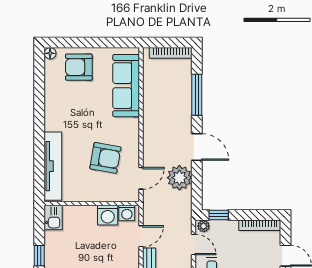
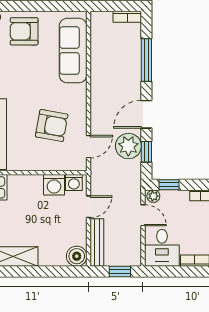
bookcase: (171, 53) -> (127, 17), width x0.64
door: (197, 147) -> (146, 114), swing flipped
window: (197, 183) -> (146, 152), added

